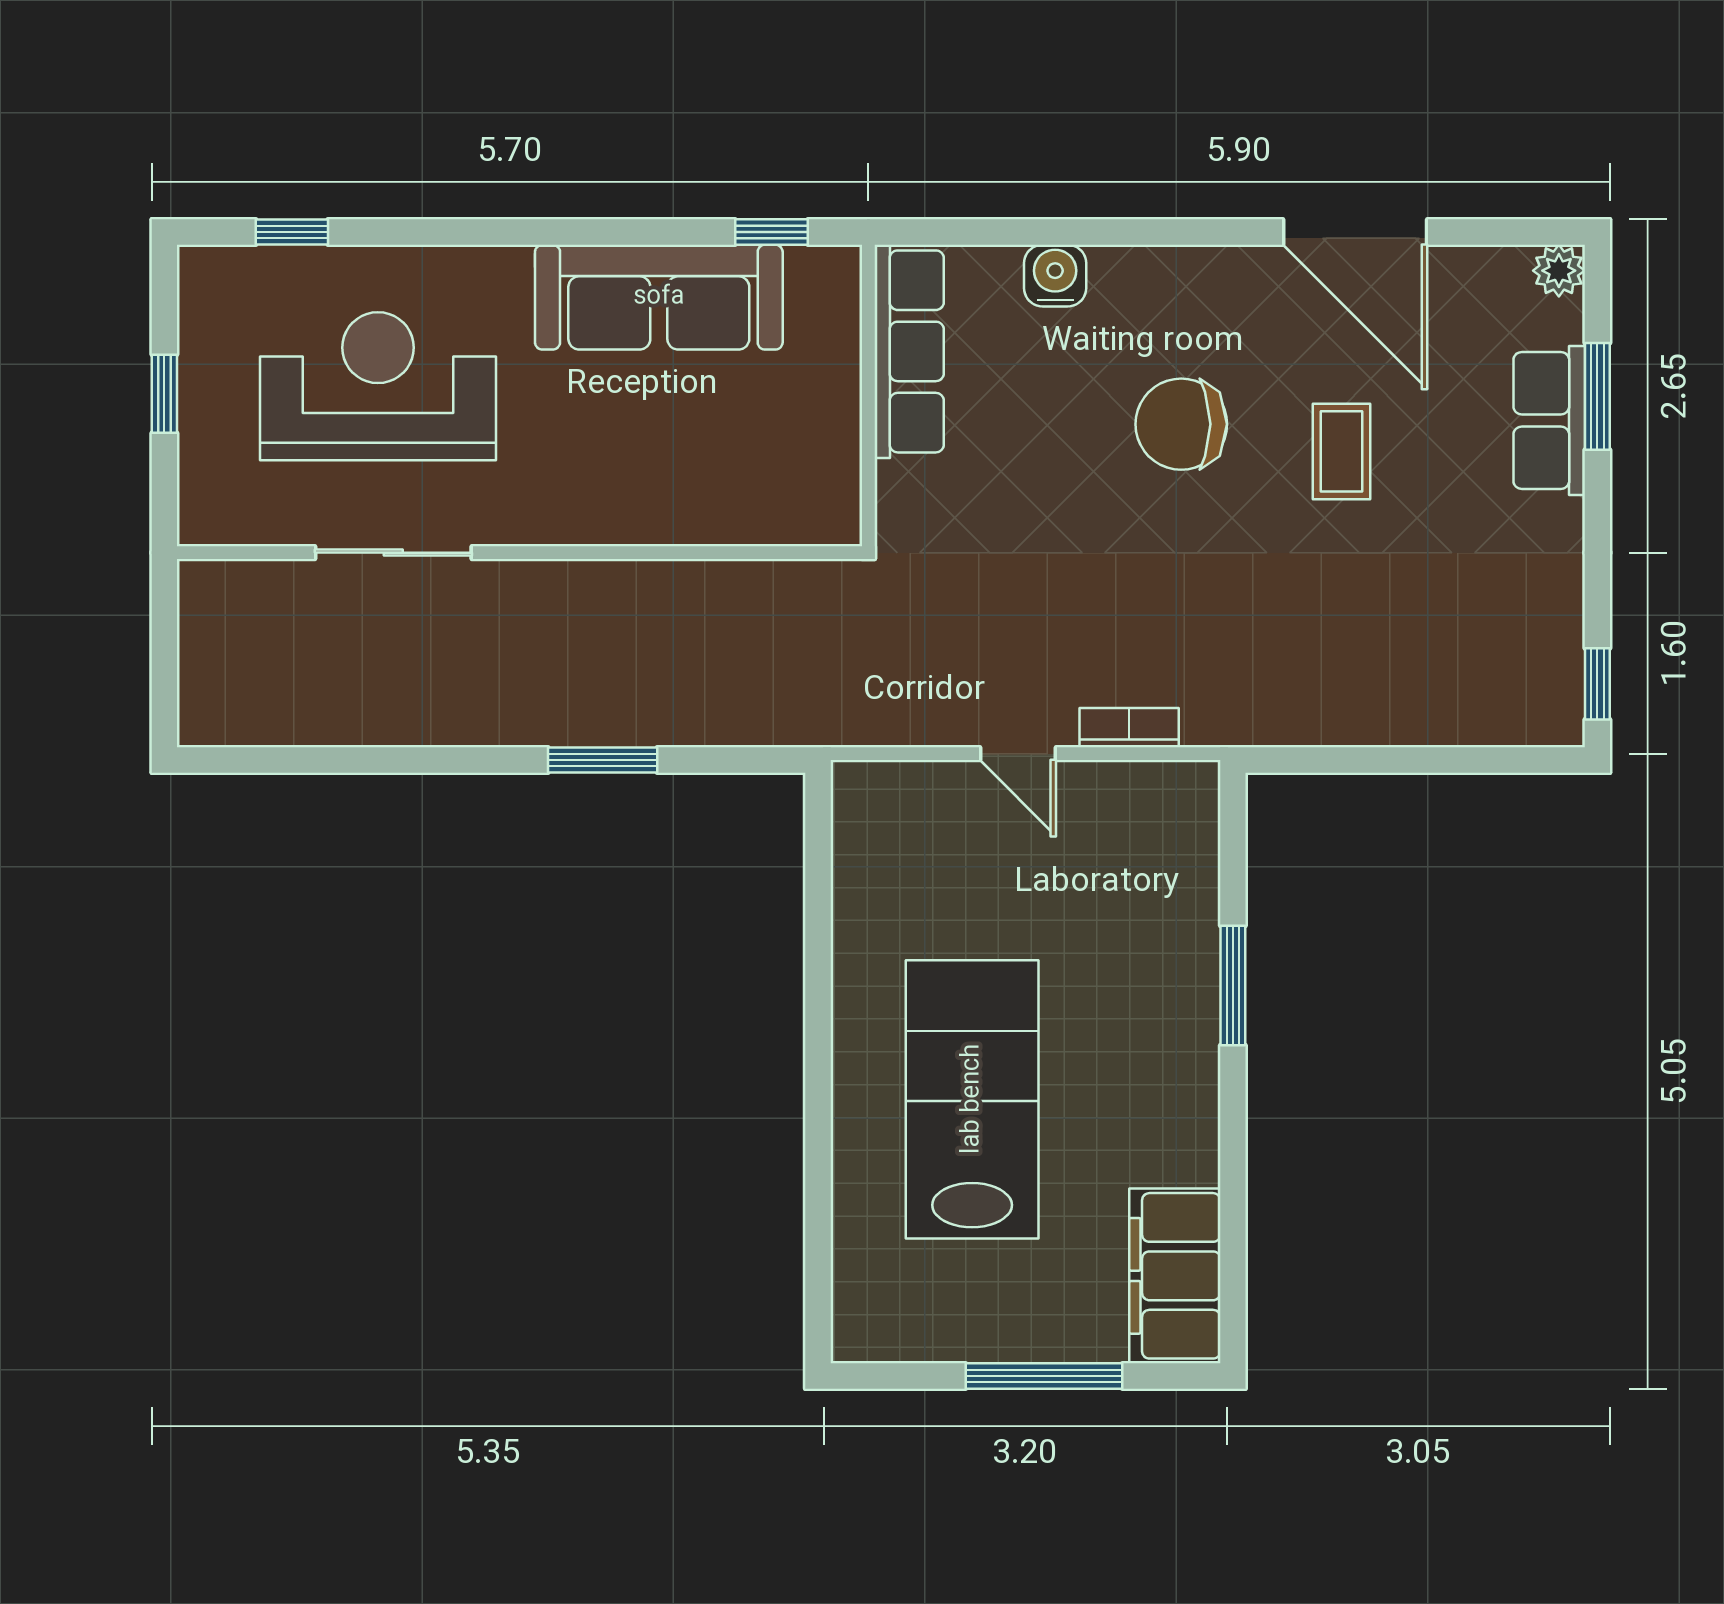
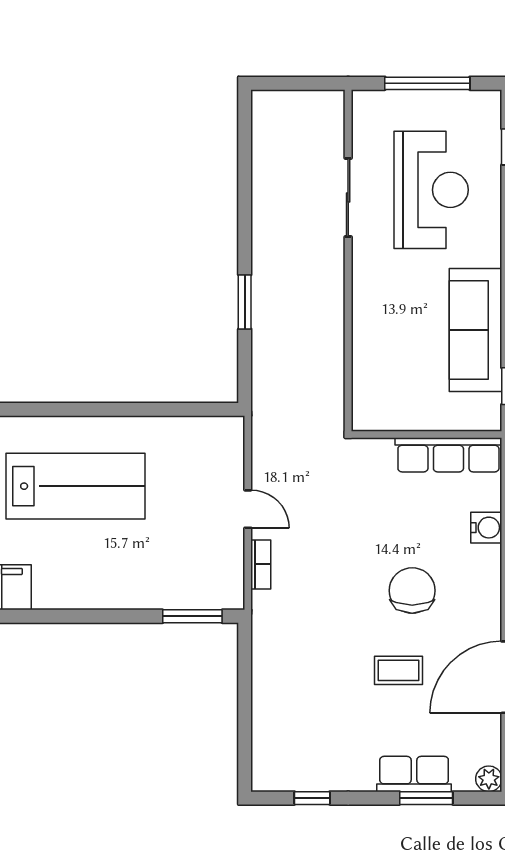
window: (164, 394) -> (427, 83), width x2.17
window: (1597, 684) -> (312, 798), moved
door: (1018, 754) -> (248, 509), swing flipped
window: (1233, 986) -> (192, 616), moved

